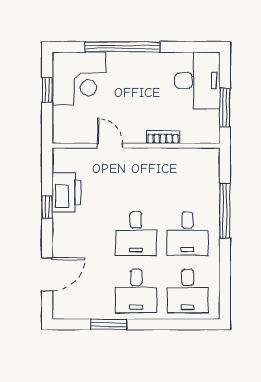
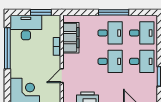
window: (122, 47) -> (7, 48), moved
filing cabinet: (179, 162) -> (71, 38), added
window: (225, 211) -> (114, 12), moved

